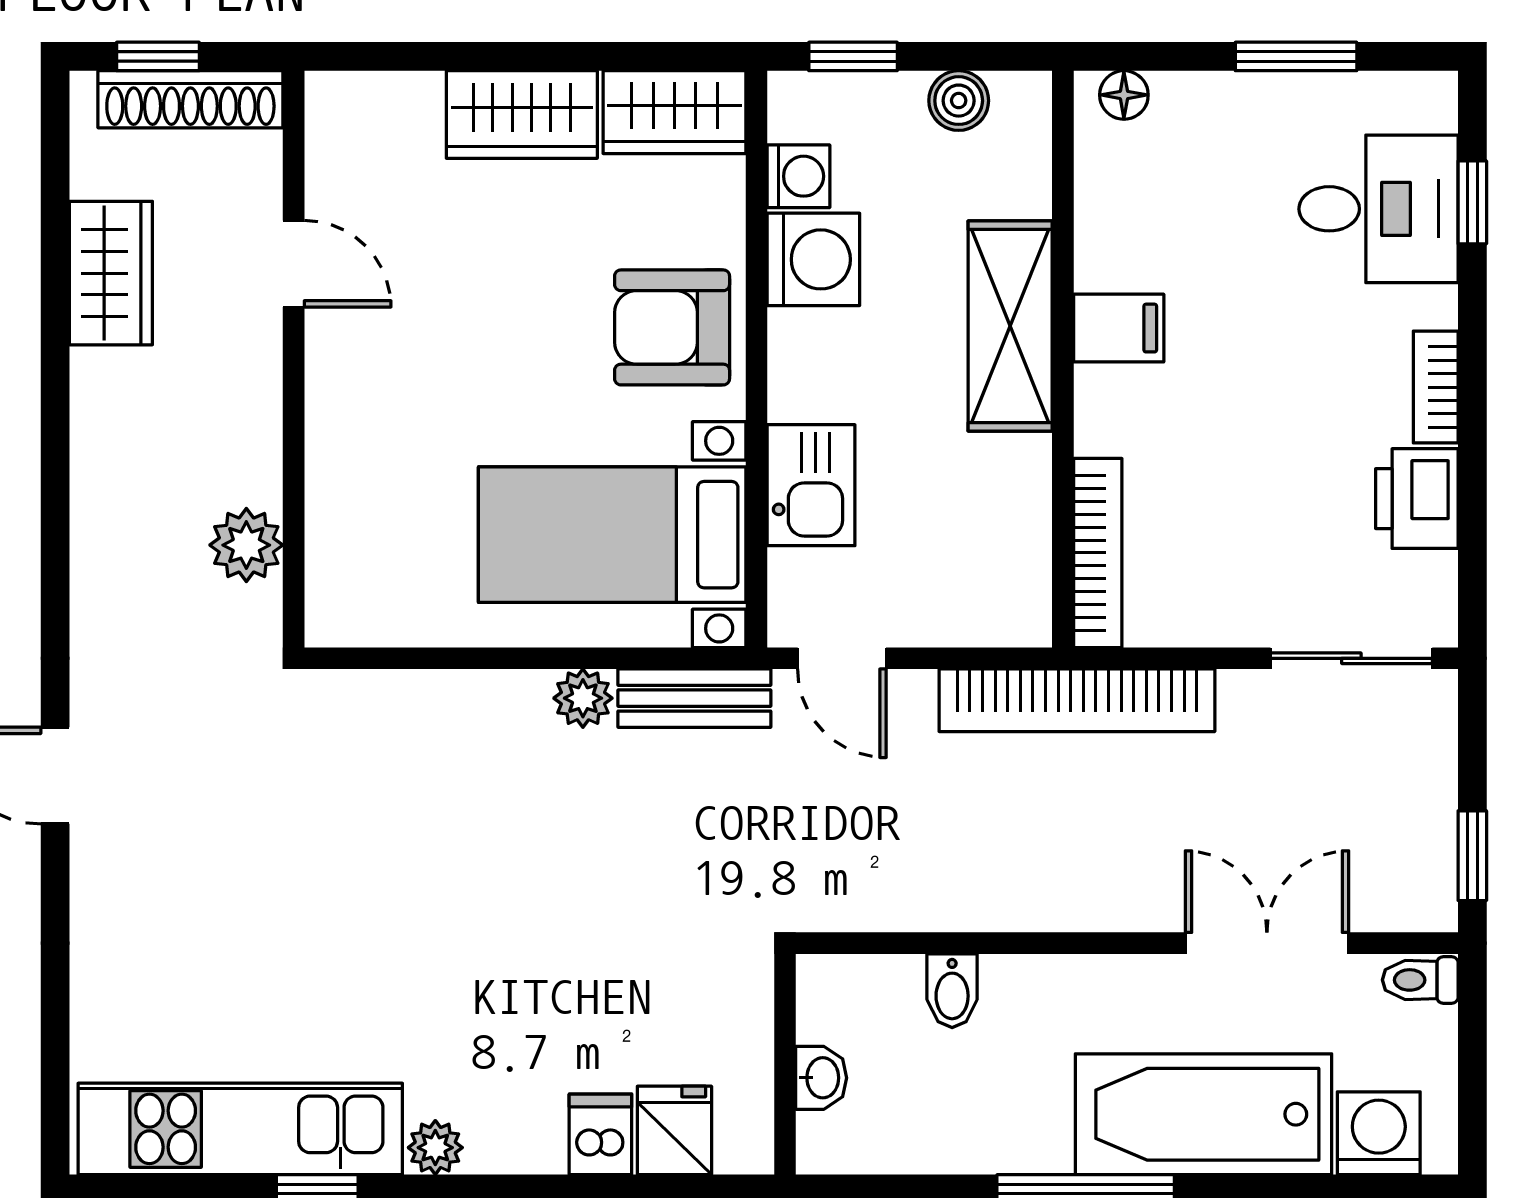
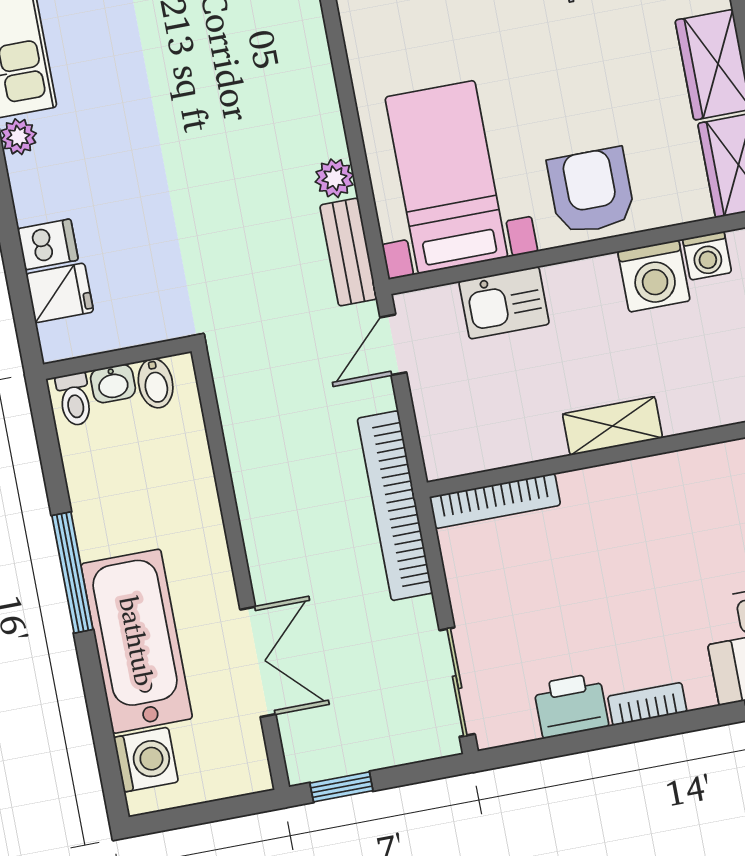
shelving: (1010, 326) -> (613, 426), width x0.67, depth x0.75
filing cabinet: (1119, 328) -> (647, 487), removed
toilet: (1420, 980) -> (74, 399), moved, turned 180
bidet: (952, 991) -> (156, 383), moved, turned -90

